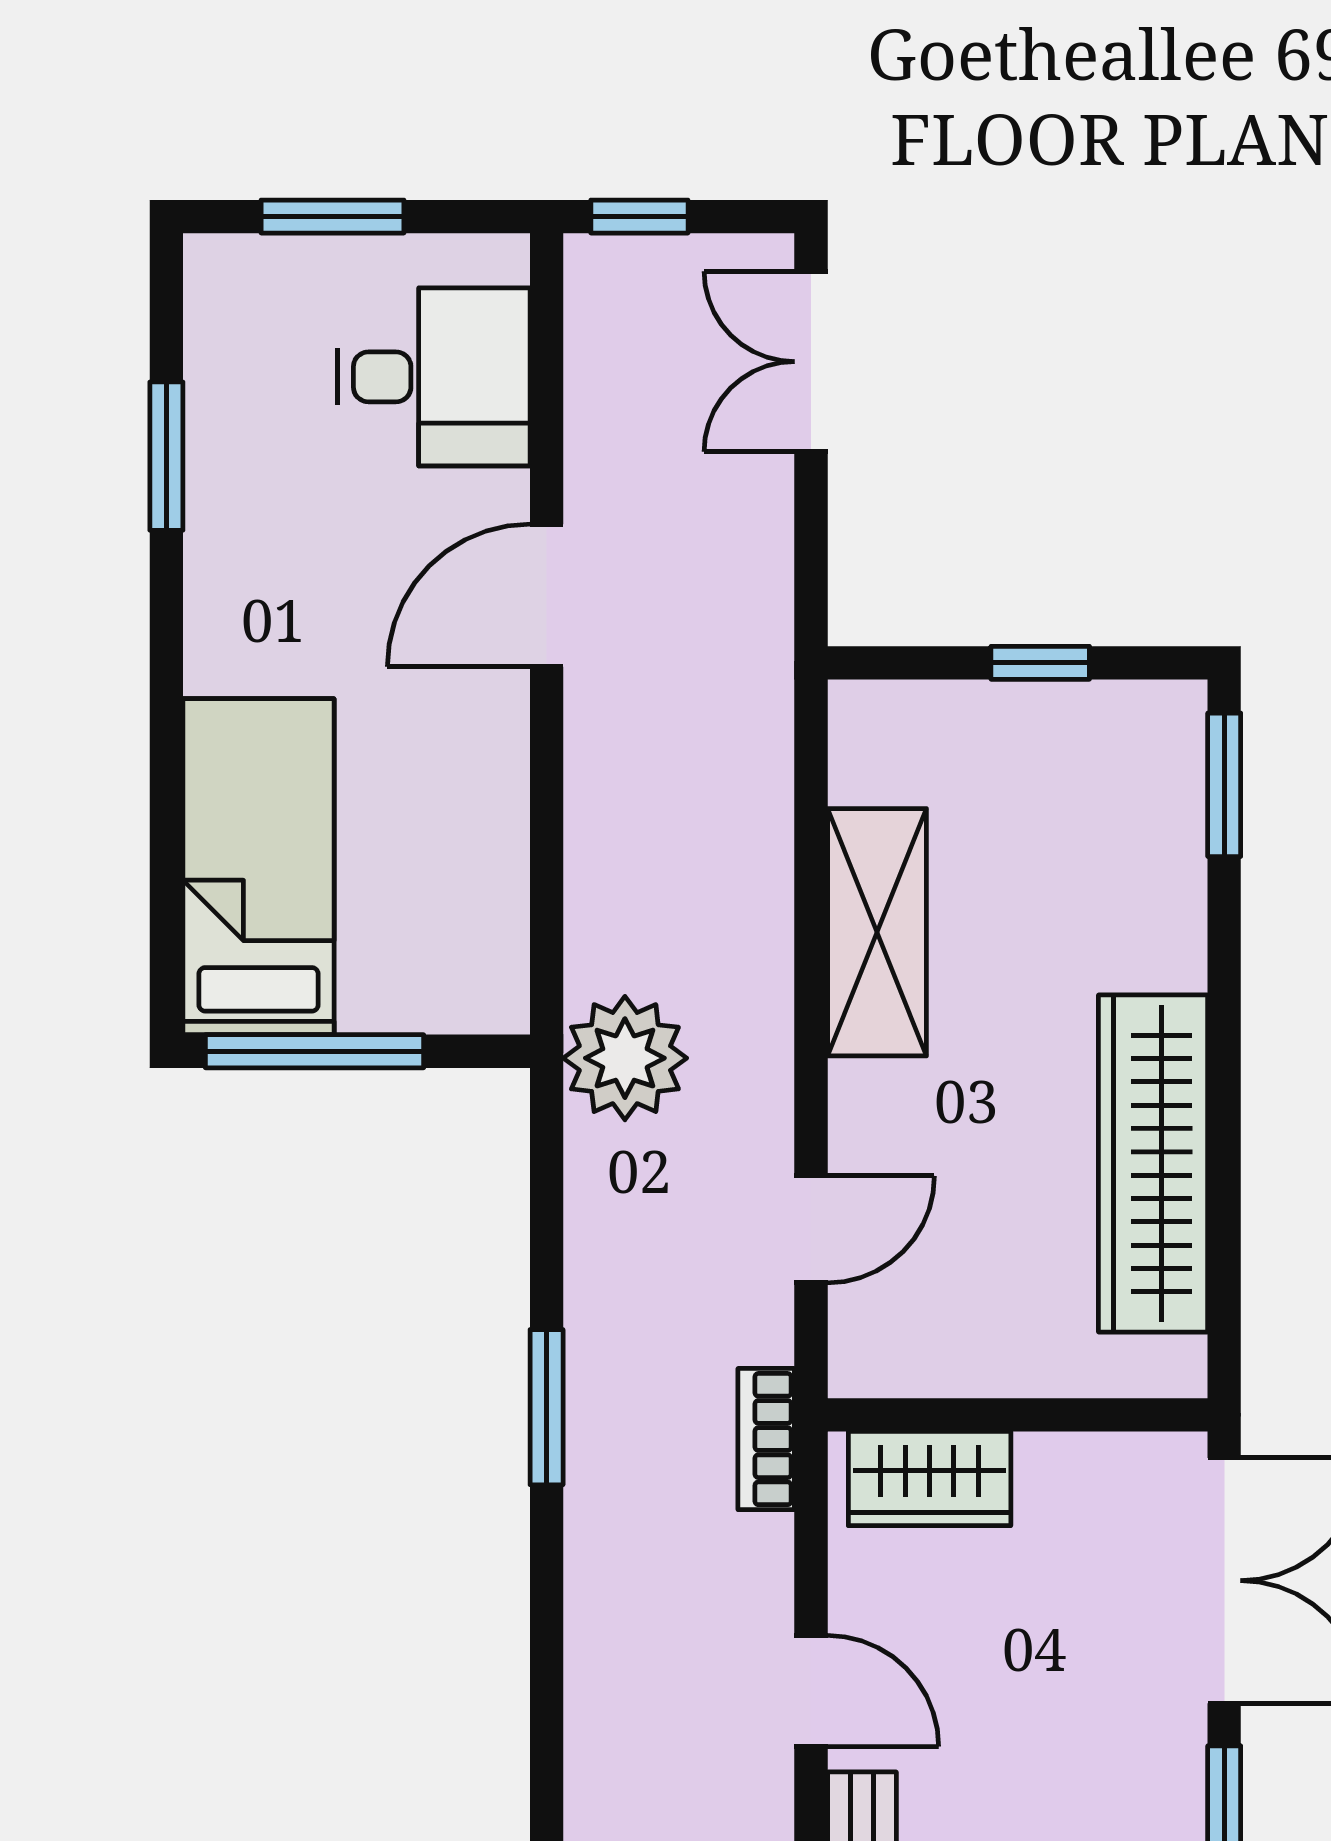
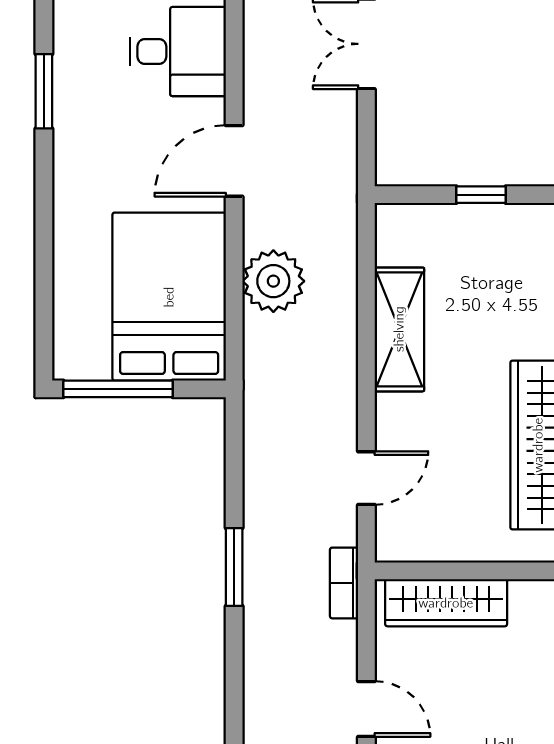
bed: (259, 867) -> (169, 297), moved, width x1.50
plant: (625, 1058) -> (273, 281), moved
wardrobe: (930, 1479) -> (446, 603), width x1.50

